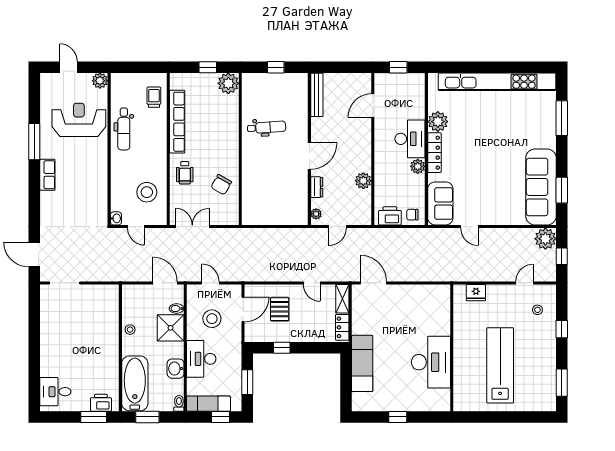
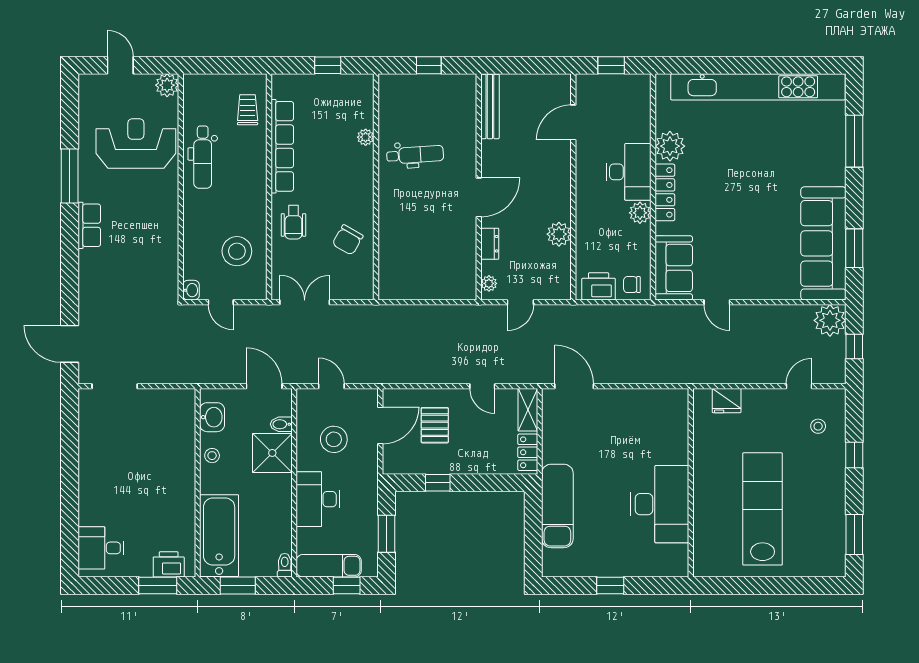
plant: (228, 83) -> (366, 137), moved, width x0.53, depth x0.53
washbasin: (176, 369) -> (212, 417), moved, turned 180

